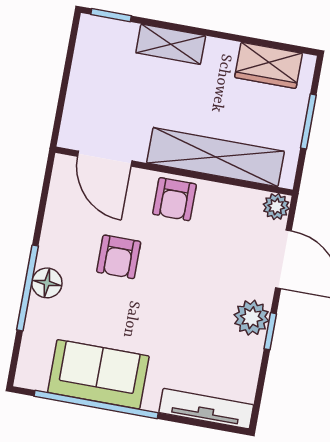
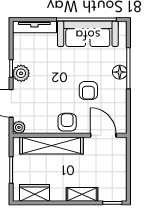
armchair: (119, 257) -> (88, 90), turned 180
sofa: (98, 374) -> (88, 34), width x1.36

